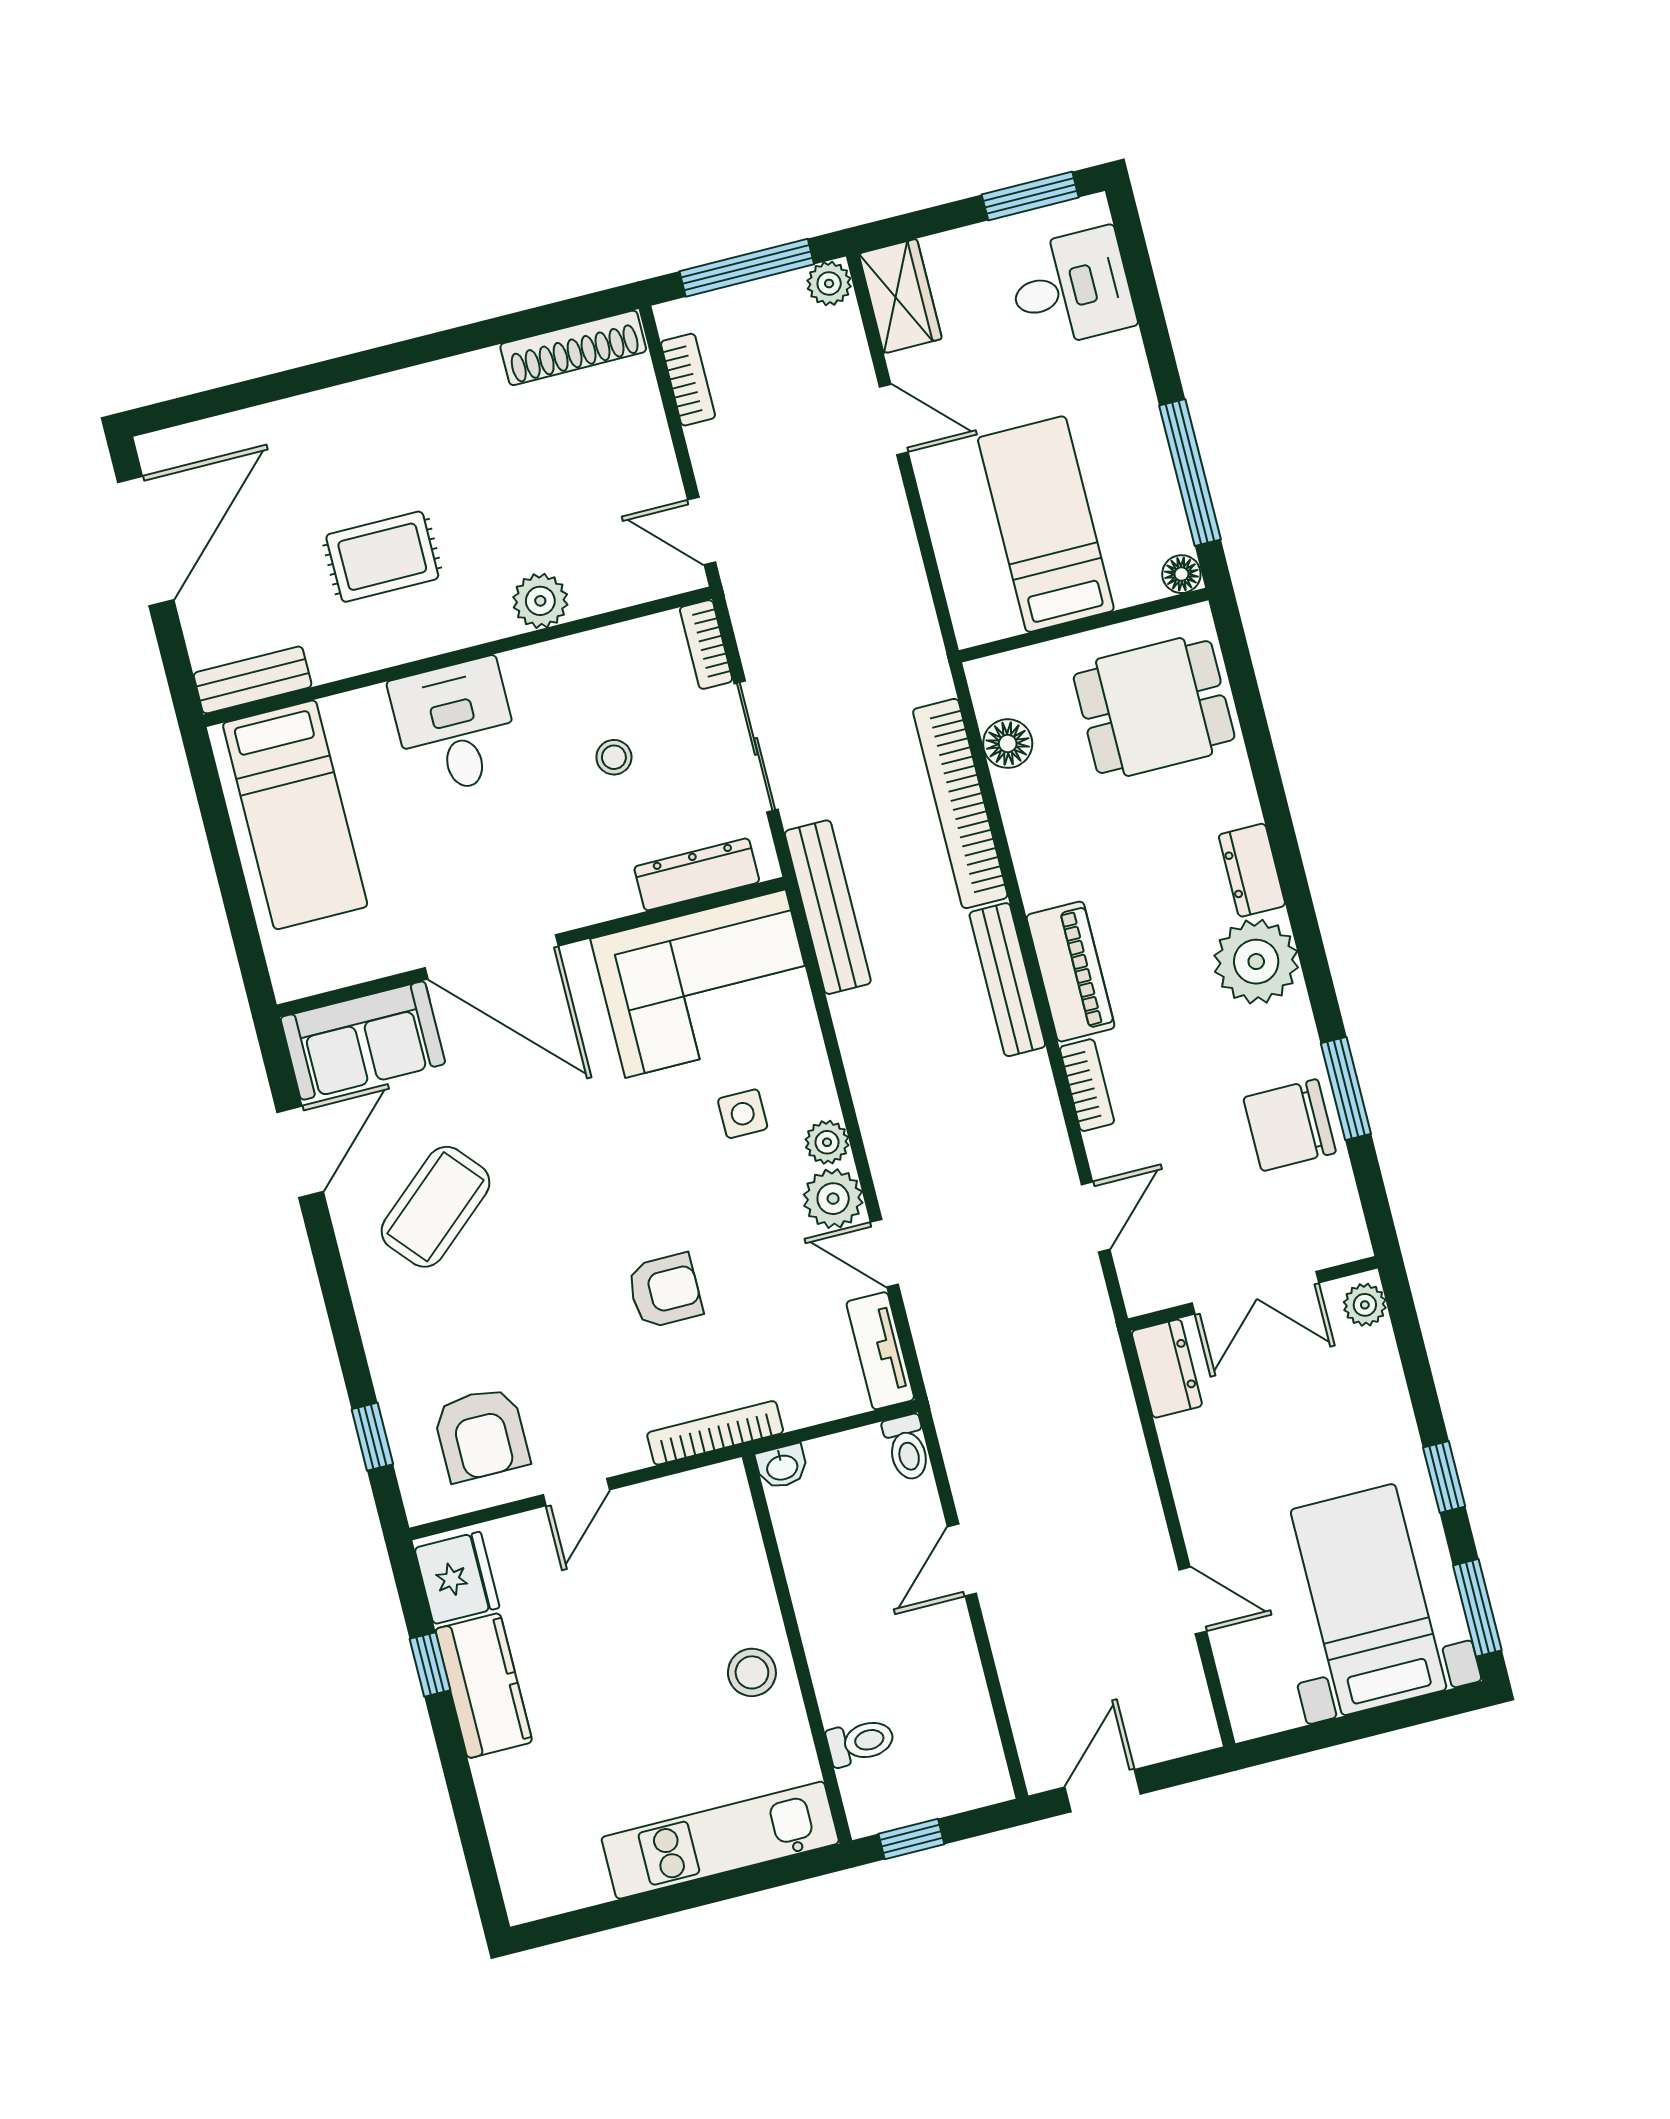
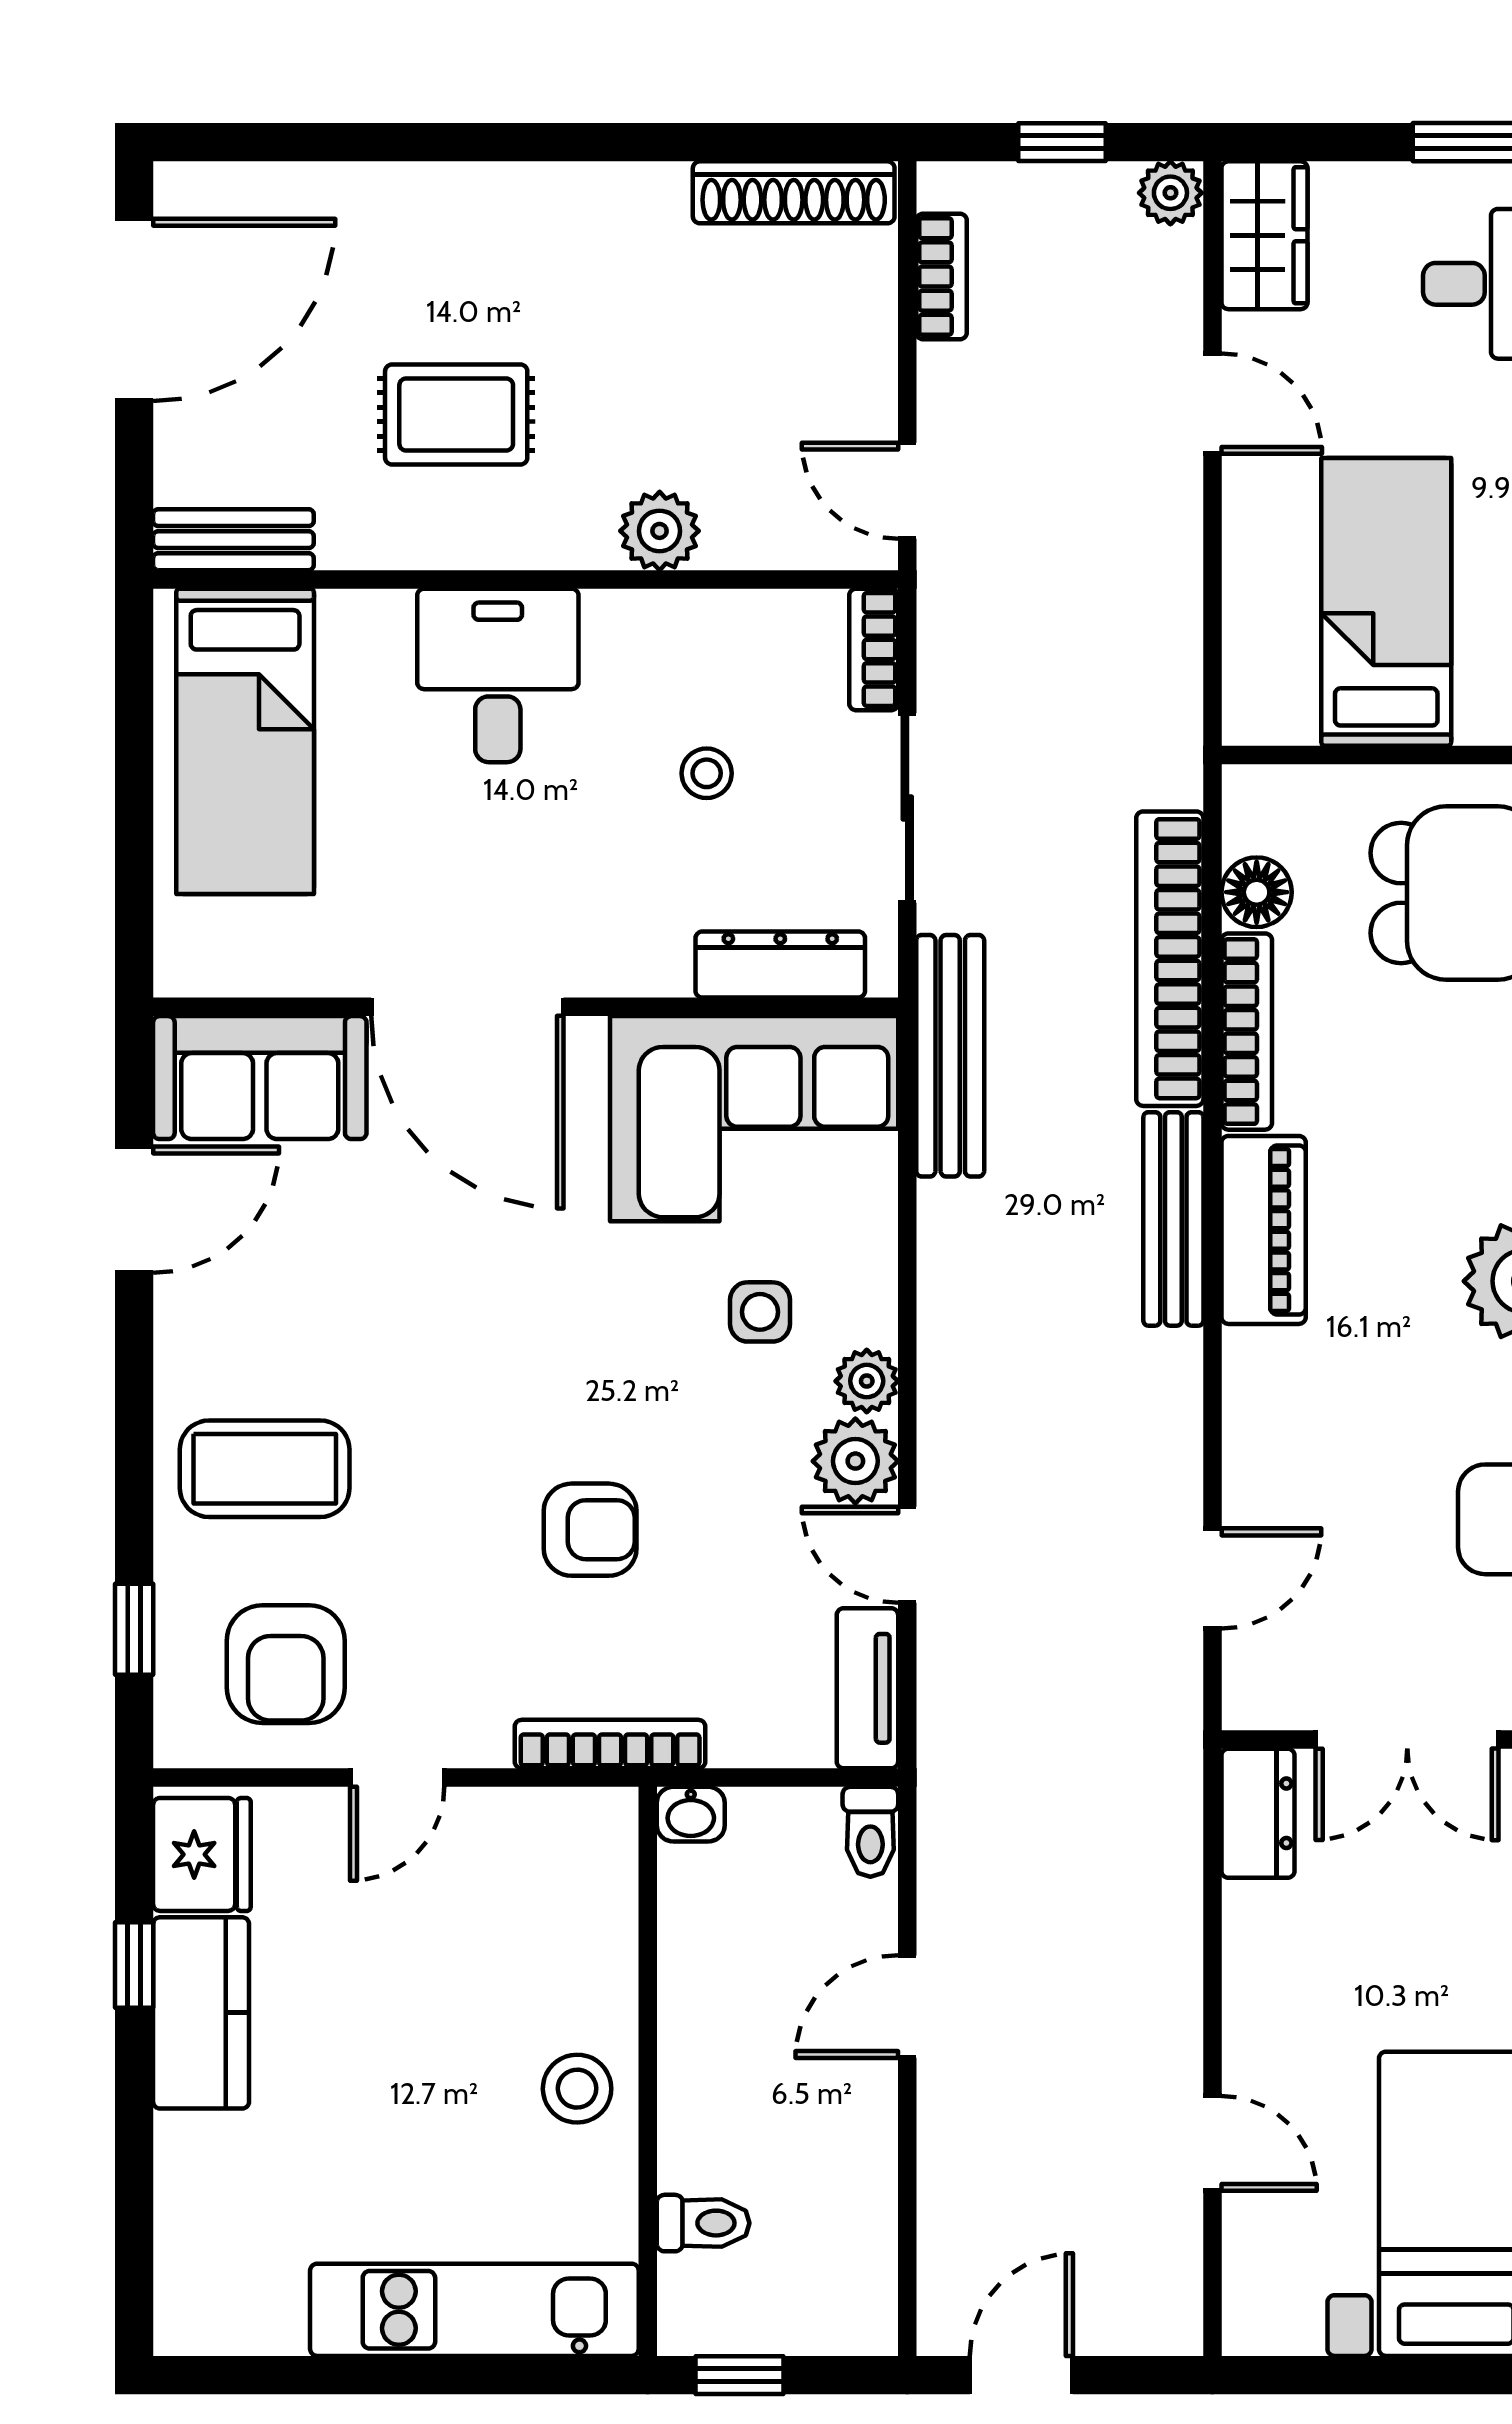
window: (747, 268) -> (1062, 142), width x0.46
bookcase: (1087, 1085) -> (1247, 1032), moved, width x1.56
coffee table: (436, 1207) -> (265, 1469), moved, turned 41

